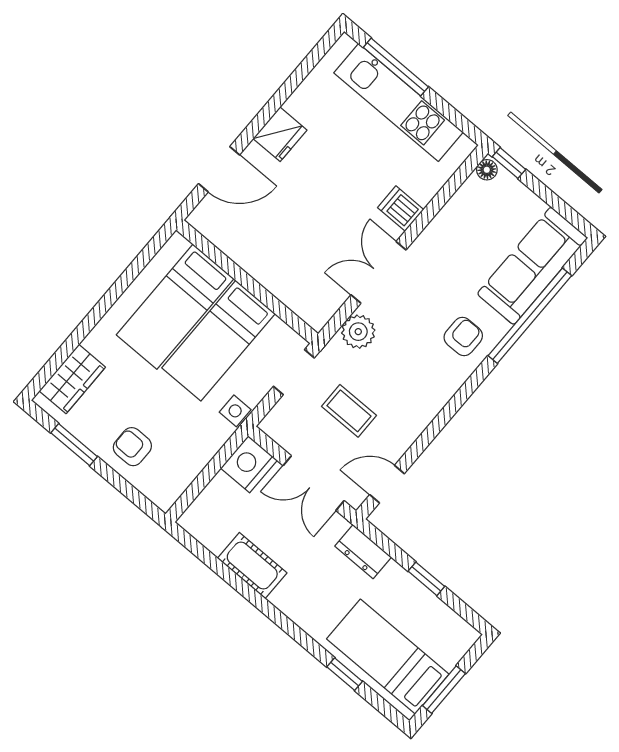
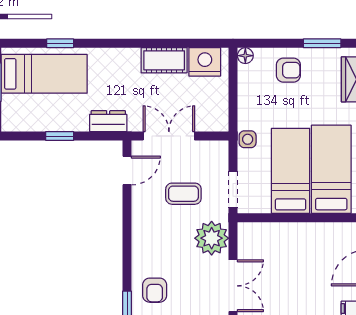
plant: (358, 332) -> (212, 238), width x1.36, depth x1.36
nightstand: (249, 464) -> (205, 62), moved, turned -90
floor lamp: (164, 499) -> (245, 56), added

